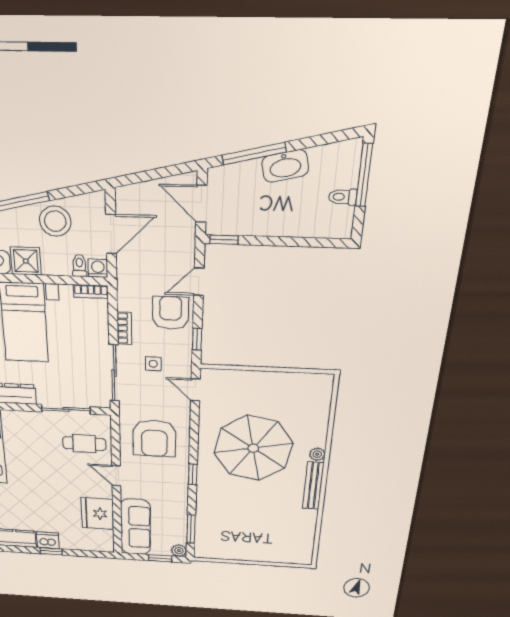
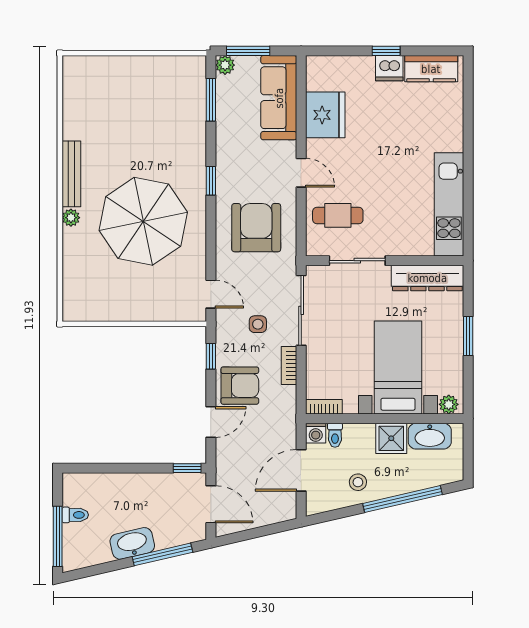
stool: (55, 221) -> (358, 482), width x0.53, depth x0.53
armchair: (170, 313) -> (240, 386), turned -90
window: (160, 558) -> (248, 51), width x1.50

